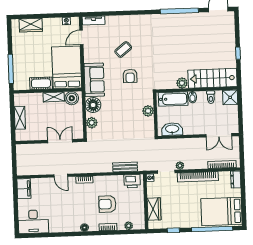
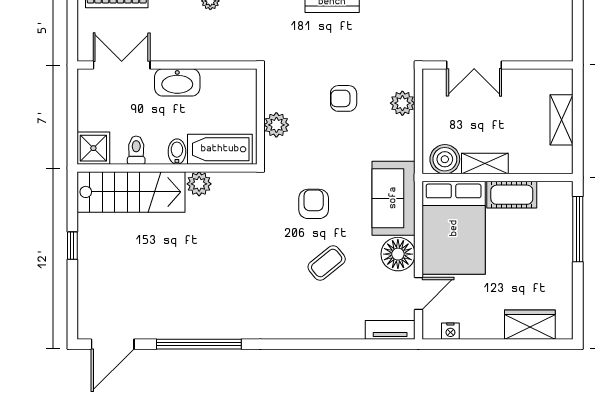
floor lamp: (93, 105) -> (398, 254), moved
armchair: (118, 124) -> (344, 98), added
washbasin: (172, 129) -> (177, 82), moved

